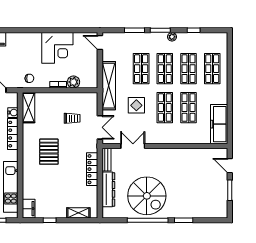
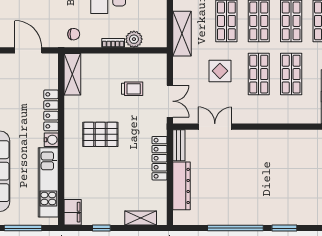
shelving: (109, 86) -> (182, 34), width x0.68
water cooler: (13, 113) -> (51, 140), moved
pallet: (49, 152) -> (100, 134), turned 90
spiral stairs: (147, 196) -> (234, 195), removed

